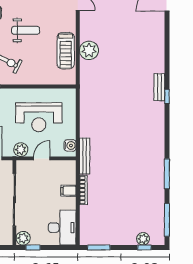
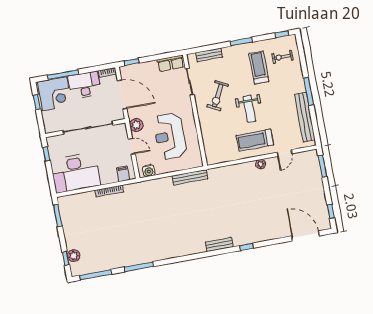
plant: (89, 50) -> (261, 164), moved, width x0.53, depth x0.53
treadmill: (66, 51) -> (255, 140), moved
window: (167, 96) -> (247, 247), moved
bench: (85, 156) -> (190, 177), moved
filing cabinet: (68, 191) -> (123, 174), moved
desk: (62, 228) -> (75, 173), width x1.36, depth x1.30
plant: (23, 238) -> (53, 143), removed

